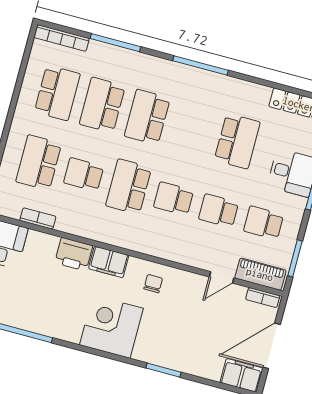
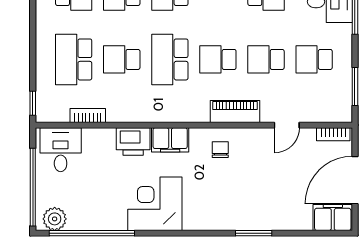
piano: (260, 274) -> (235, 111), moved
corner desk: (111, 327) -> (155, 204), moved

